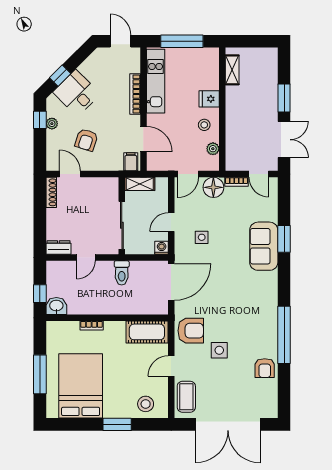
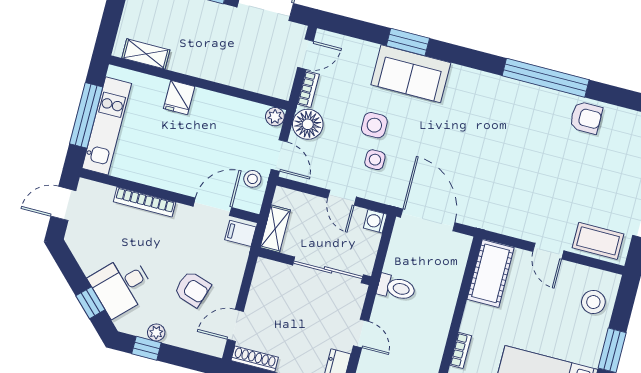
kitchen unit: (156, 81) -> (107, 126), moved, turned 90
stool: (204, 125) -> (252, 179), moved
plant: (213, 149) -> (275, 117), moved
armchair: (191, 331) -> (505, 210), removed
side table: (219, 350) -> (374, 125), moved

